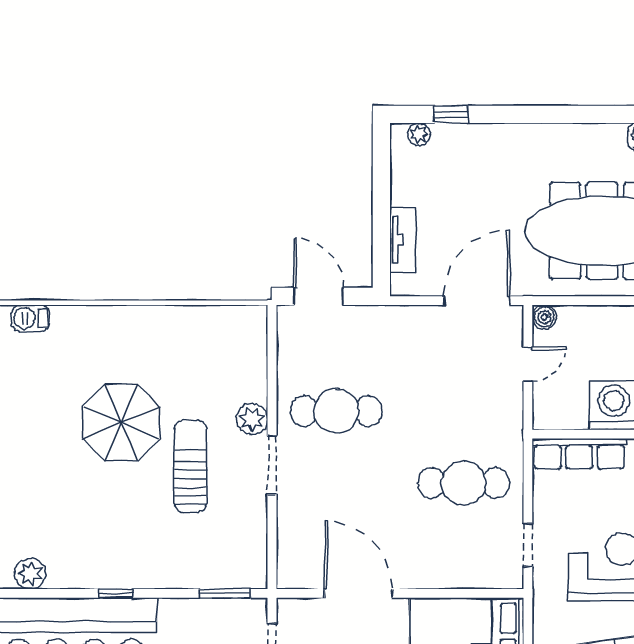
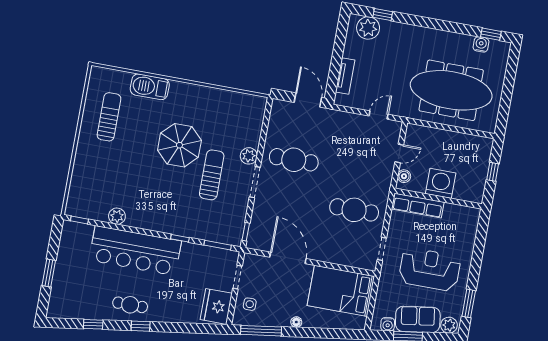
plant: (419, 134) -> (368, 28), width x1.87, depth x1.87
door: (319, 296) -> (308, 100), moved
door: (477, 301) -> (379, 115), width x0.53
boiler: (544, 317) -> (404, 176), moved
barbecue: (31, 318) -> (150, 87), width x1.88, depth x1.53
window: (272, 559) -> (246, 232), added
window: (116, 593) -> (180, 238), moved

